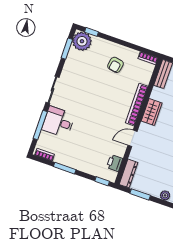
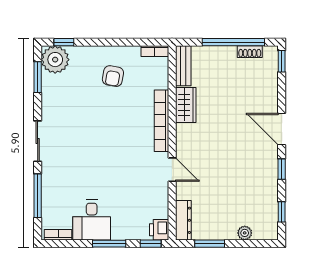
wardrobe: (152, 112) -> (186, 105), moved
desk: (58, 122) -> (92, 220), moved, turned -90
door: (133, 138) -> (172, 170), swing flipped
printer: (115, 163) -> (159, 230), moved
window: (65, 168) -> (109, 244), moved

